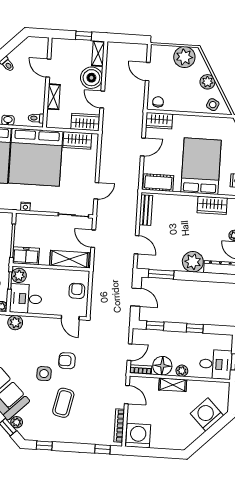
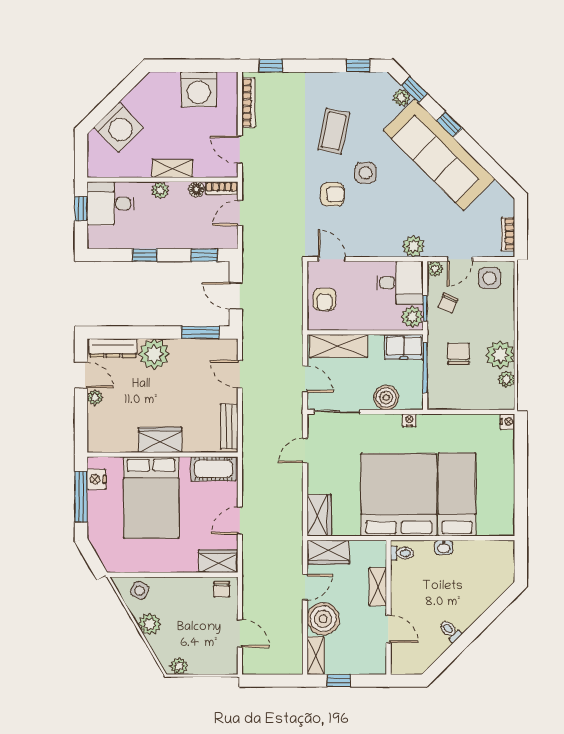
plant: (184, 57) -> (179, 666), width x0.53, depth x0.53
door: (102, 100) -> (305, 587), hinge flipped
wardrobe: (77, 140) -> (319, 515), moved, turned 90
wardrobe: (212, 205) -> (160, 440), moved
boiler: (40, 223) -> (386, 397), added
floor lamp: (162, 366) -> (196, 189), width x0.53, depth x0.53
washing machine: (138, 436) -> (199, 89), moved

